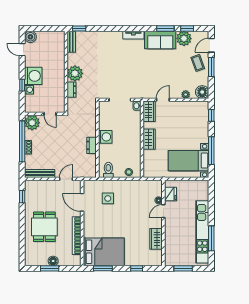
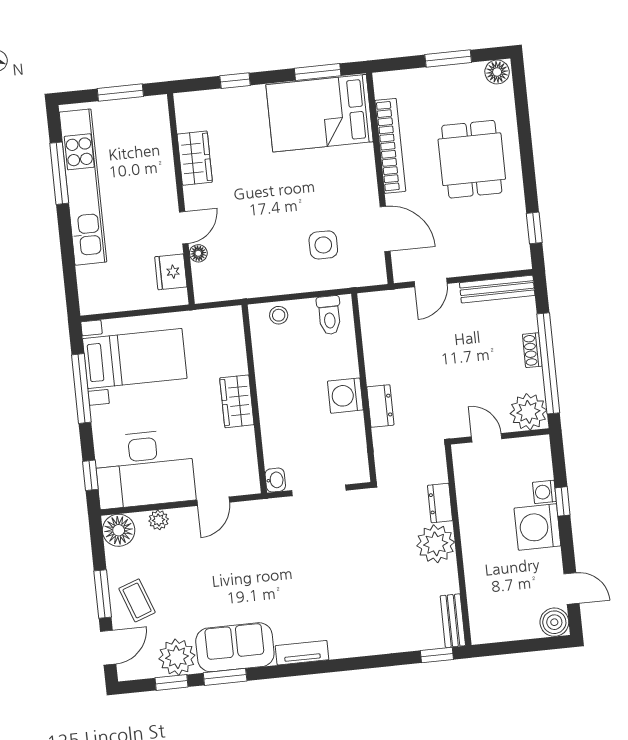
wardrobe: (149, 111) -> (244, 469), removed
desk: (189, 116) -> (145, 469), added
dresser: (92, 145) -> (380, 406), moved
floor lamp: (53, 261) -> (497, 72), moved

